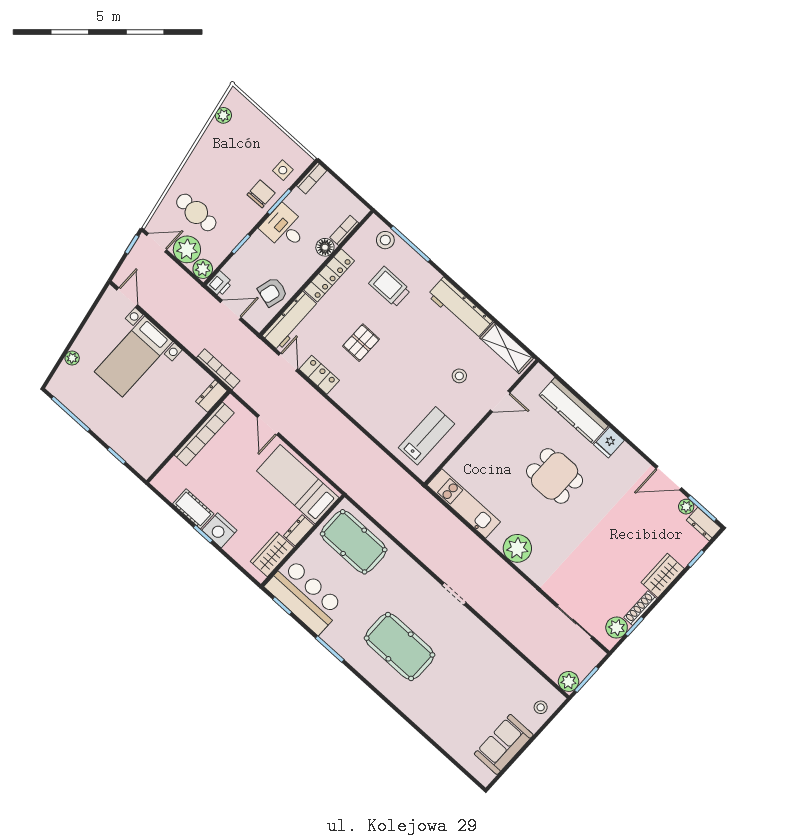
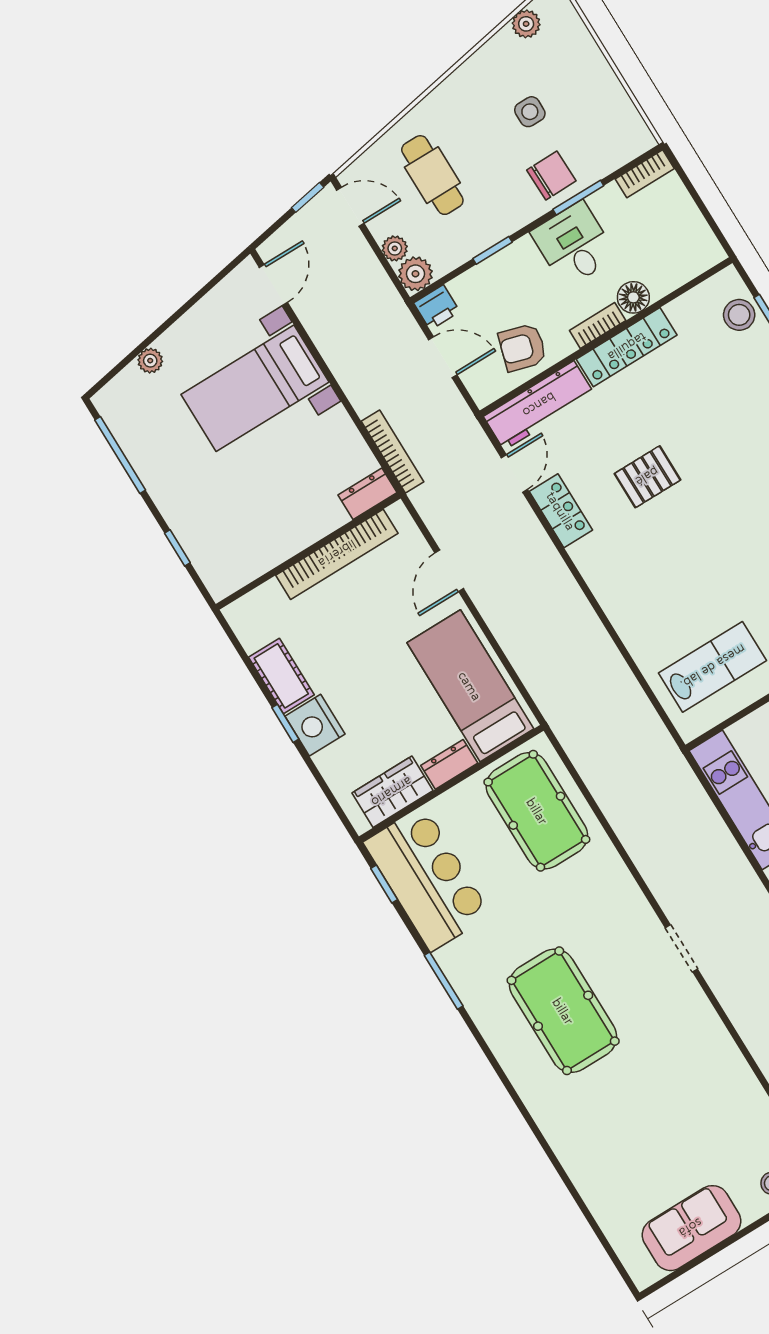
side table: (283, 170) -> (530, 112), moved
bookcase: (344, 230) -> (598, 326), moved
plant: (187, 249) -> (395, 248), width x0.53, depth x0.53
trolley: (390, 287) -> (723, 396), removed

